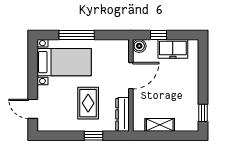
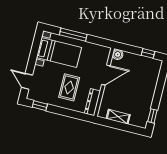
window: (159, 35) -> (148, 53), moved
freezer: (173, 49) -> (142, 63), removed
window: (93, 136) -> (40, 106), moved

